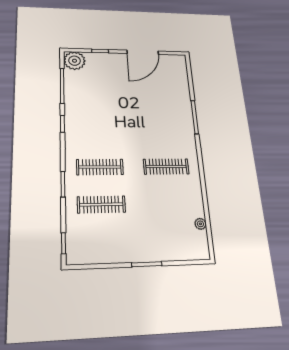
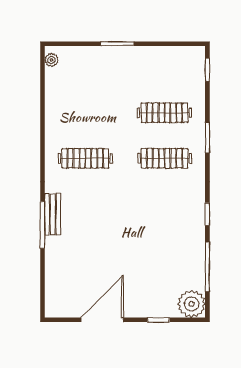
bench: (188, 124) -> (53, 214), added
plant: (200, 224) -> (51, 60), moved

